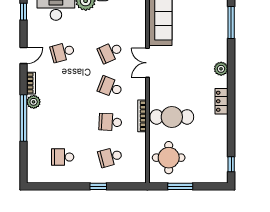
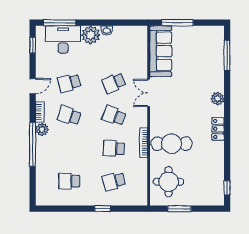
school desk: (63, 87) -> (69, 116), added

